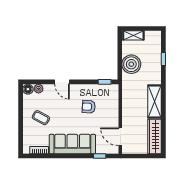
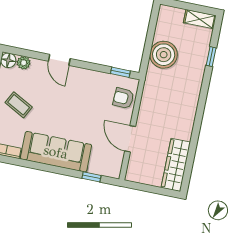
shelving: (133, 35) -> (200, 19), moved
shelving: (155, 102) -> (186, 115), removed
armchair: (89, 107) -> (123, 98), moved
door: (120, 137) -> (130, 139), moved

